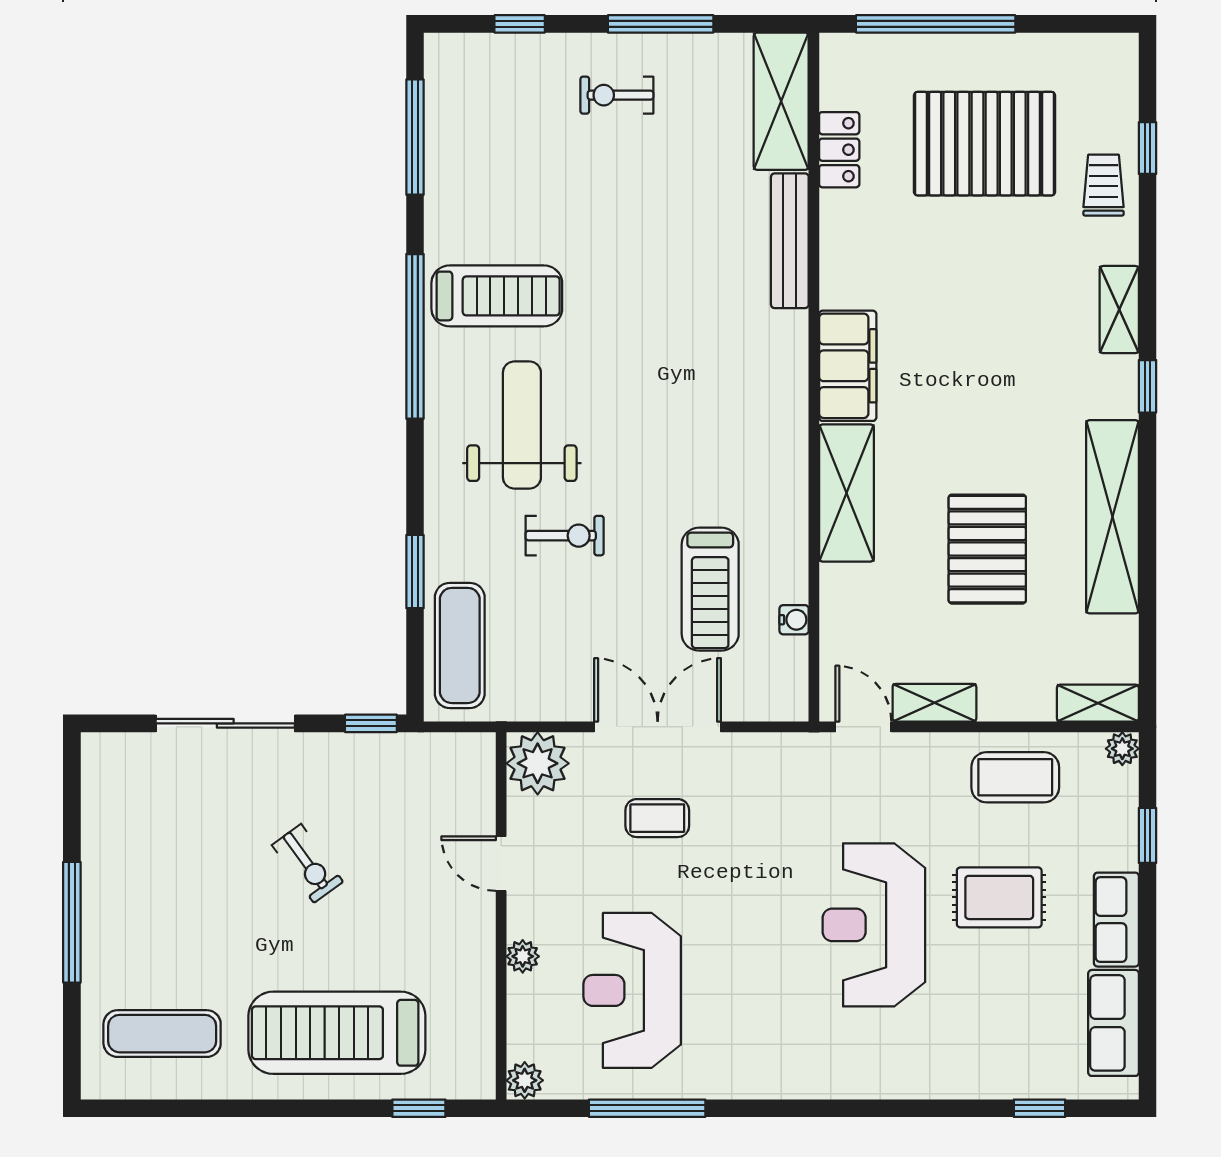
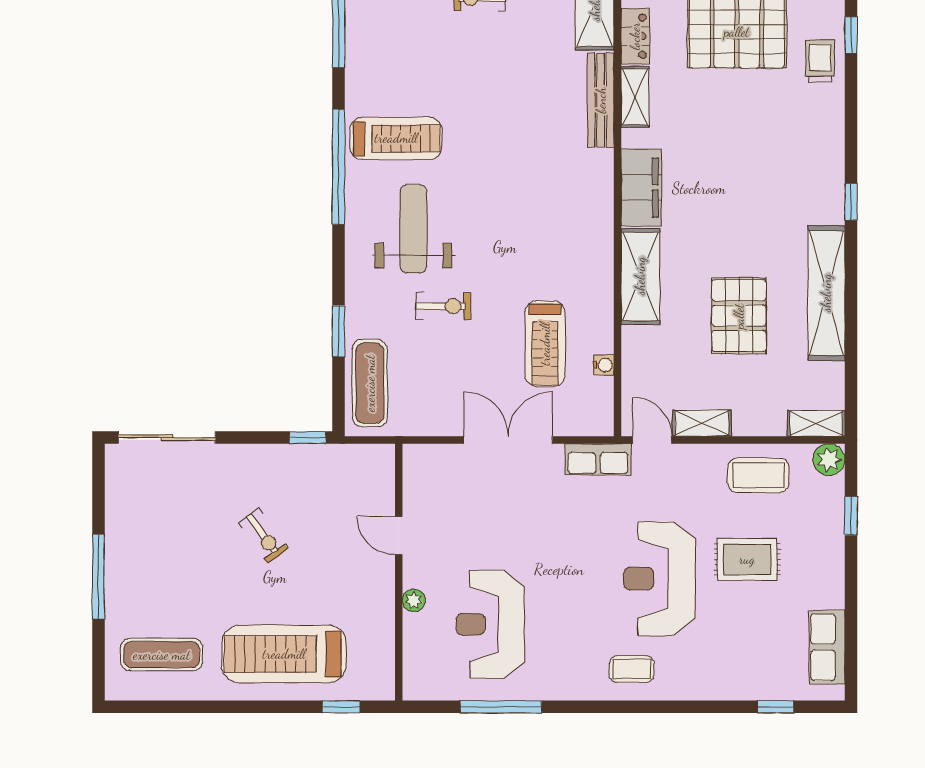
shelving: (1119, 310) -> (635, 97), moved
sliding door: (225, 723) -> (167, 438), moved
plant: (1122, 749) -> (829, 460), width x1.38, depth x1.38
plant: (538, 763) -> (424, 465), removed
coffee table: (657, 818) -> (632, 669), moved
row of seats: (1116, 920) -> (598, 459), moved, turned -90
plant: (525, 1080) -> (415, 687), removed

